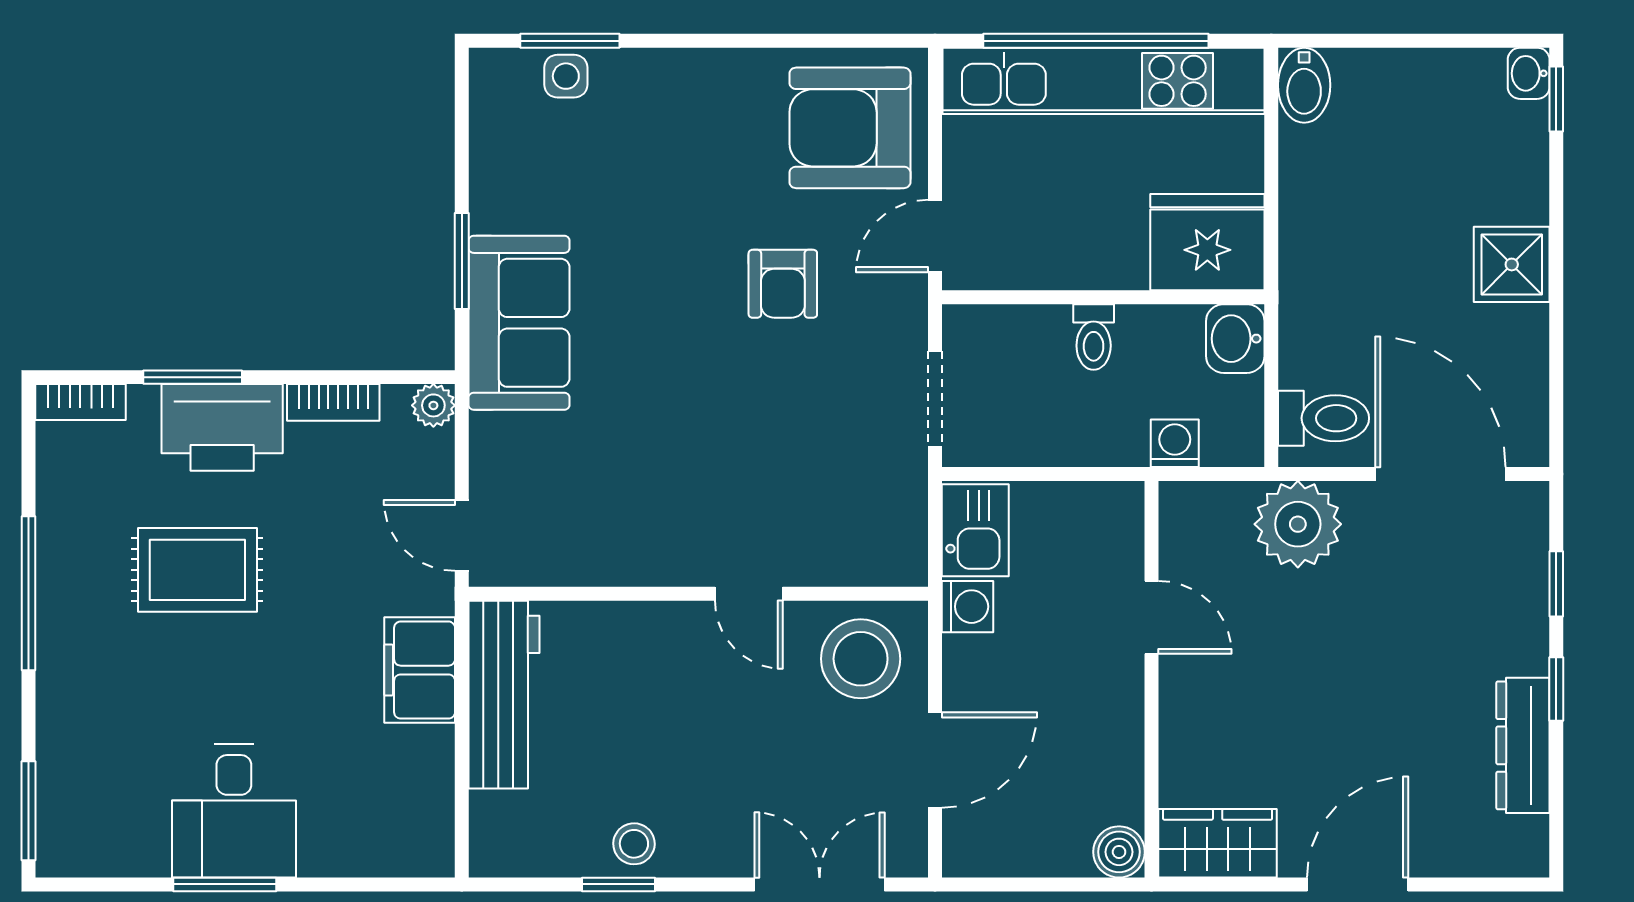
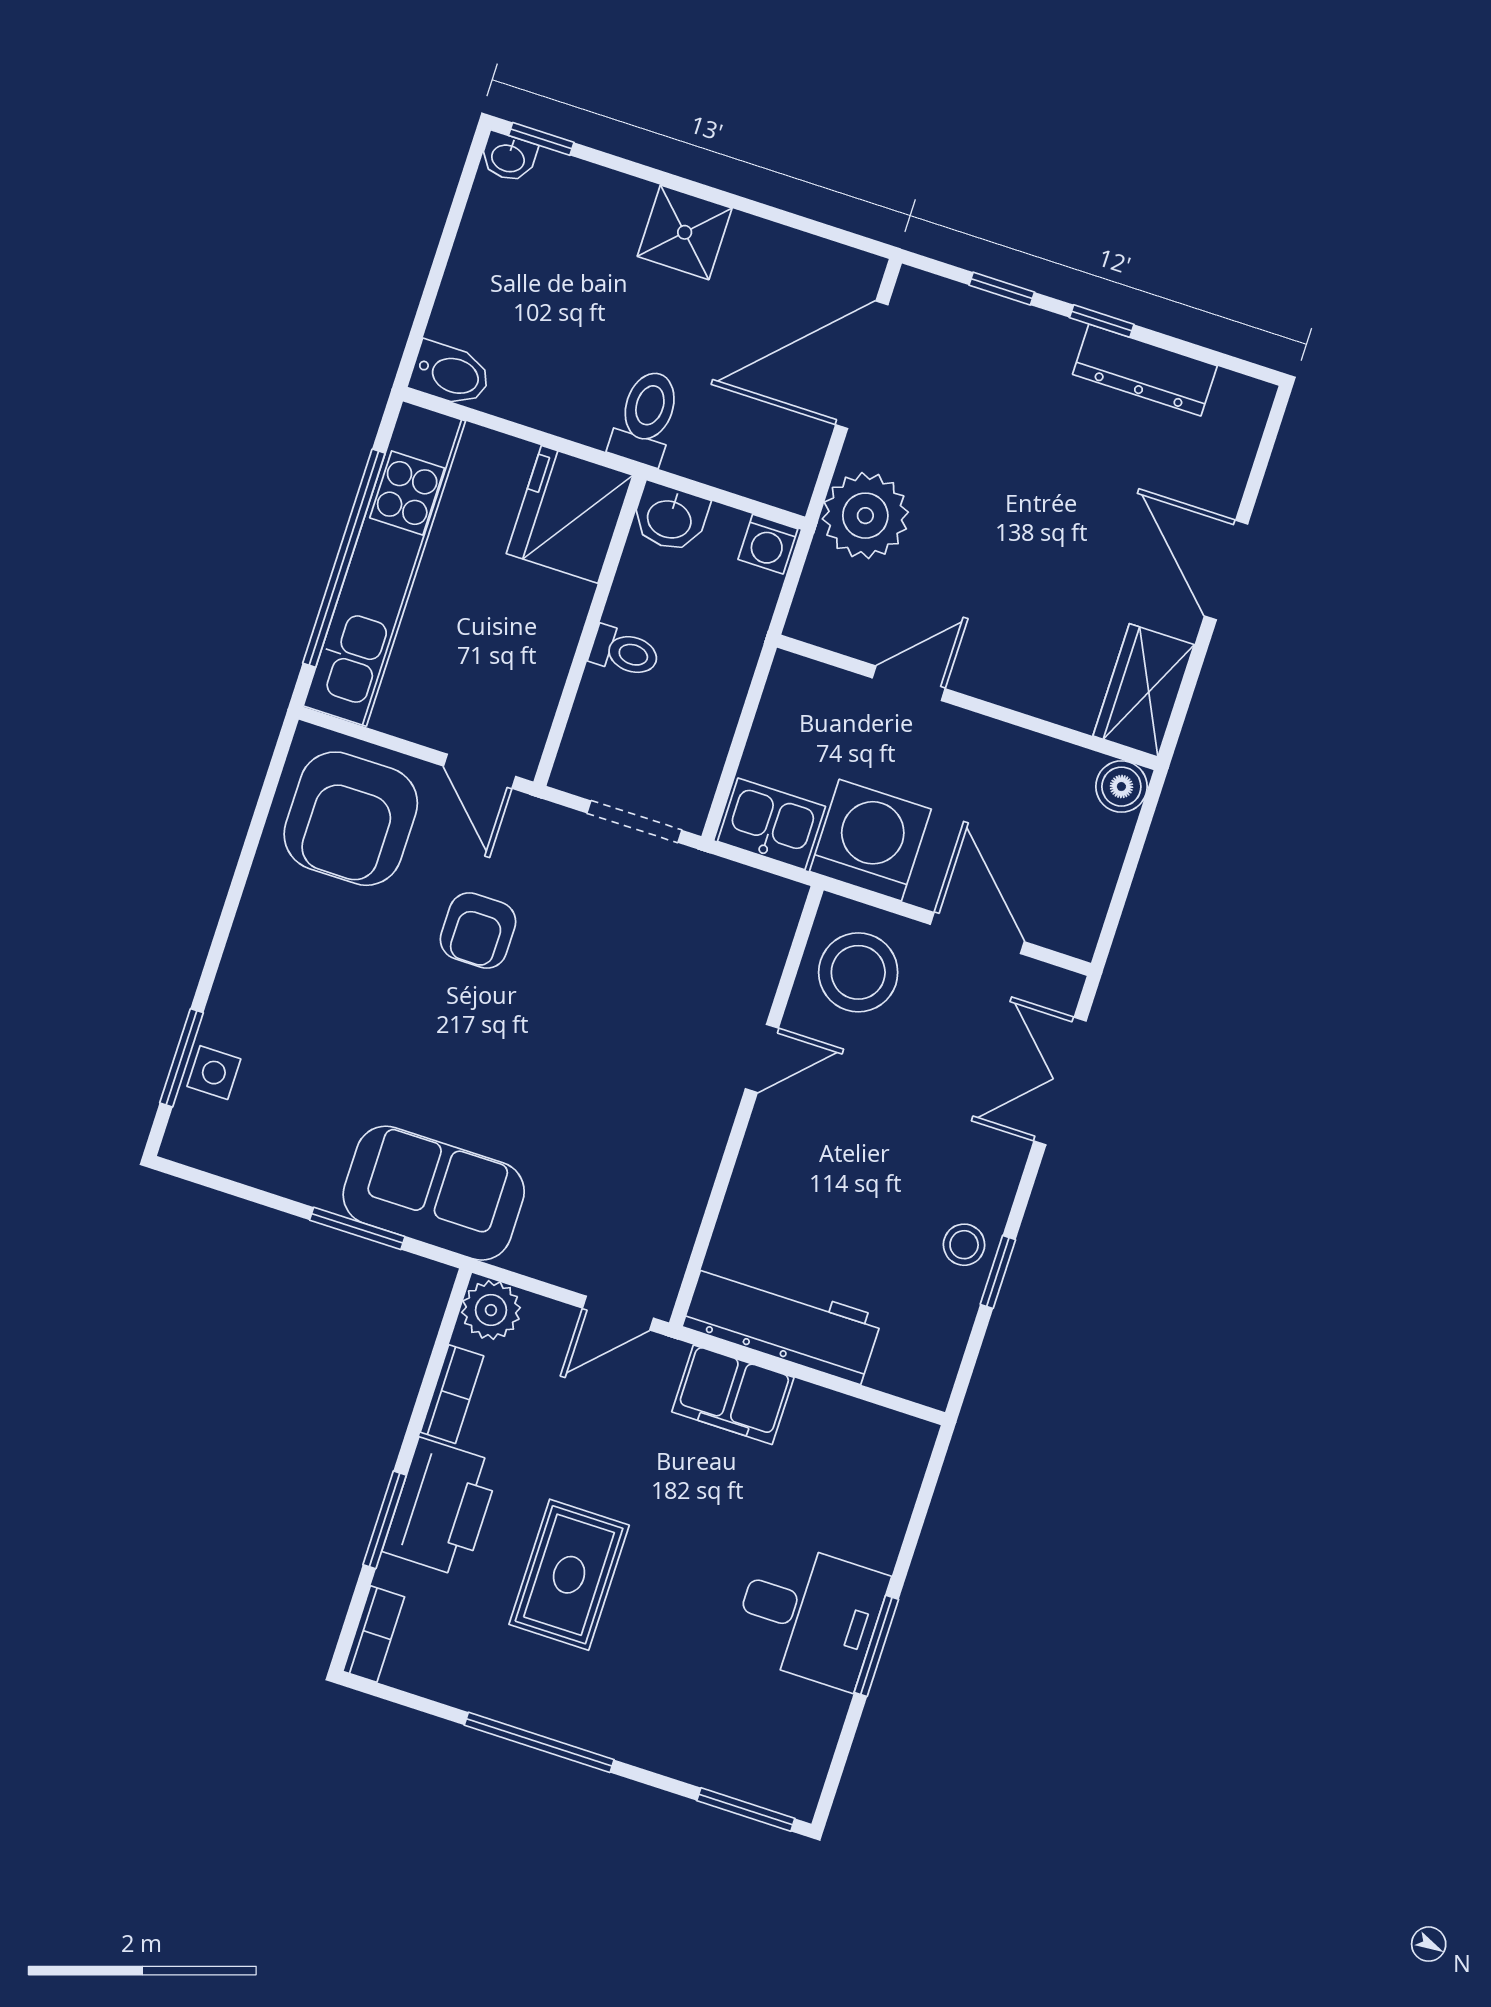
armchair: (783, 284) -> (478, 930), turned 90
plant: (433, 405) -> (491, 1310), width x1.38, depth x1.38
toilet: (1324, 418) -> (646, 417), moved
washing machine: (1175, 443) -> (768, 544), moved, turned -90
washing machine: (967, 607) -> (870, 840), width x1.89, depth x1.89

